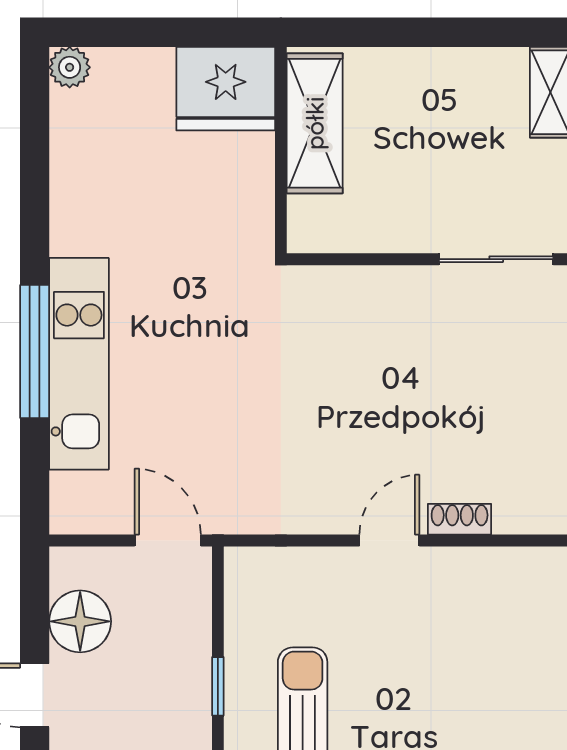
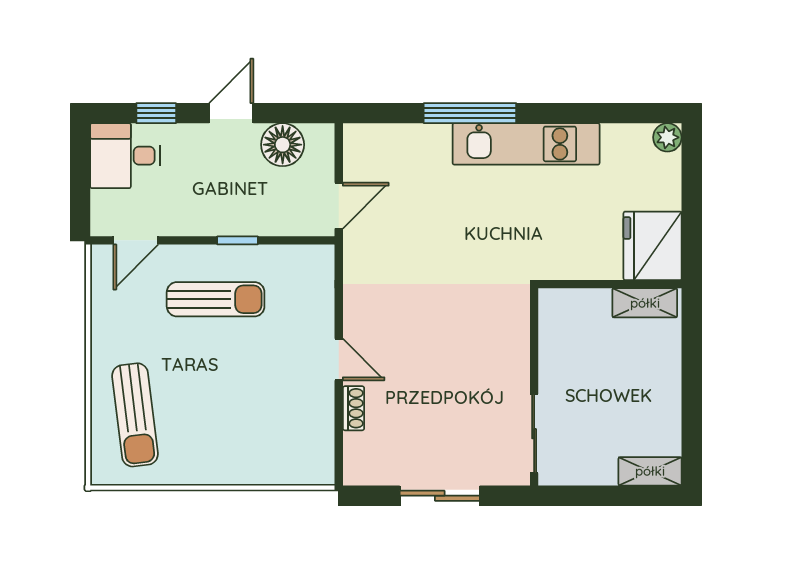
shelving: (315, 123) -> (645, 303), width x0.67, depth x0.75
kitchen unit: (79, 364) -> (526, 144), moved

